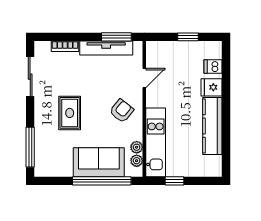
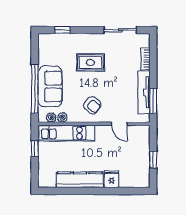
dishwasher: (213, 66) -> (129, 180), removed
window: (30, 147) -> (62, 30), width x0.46

